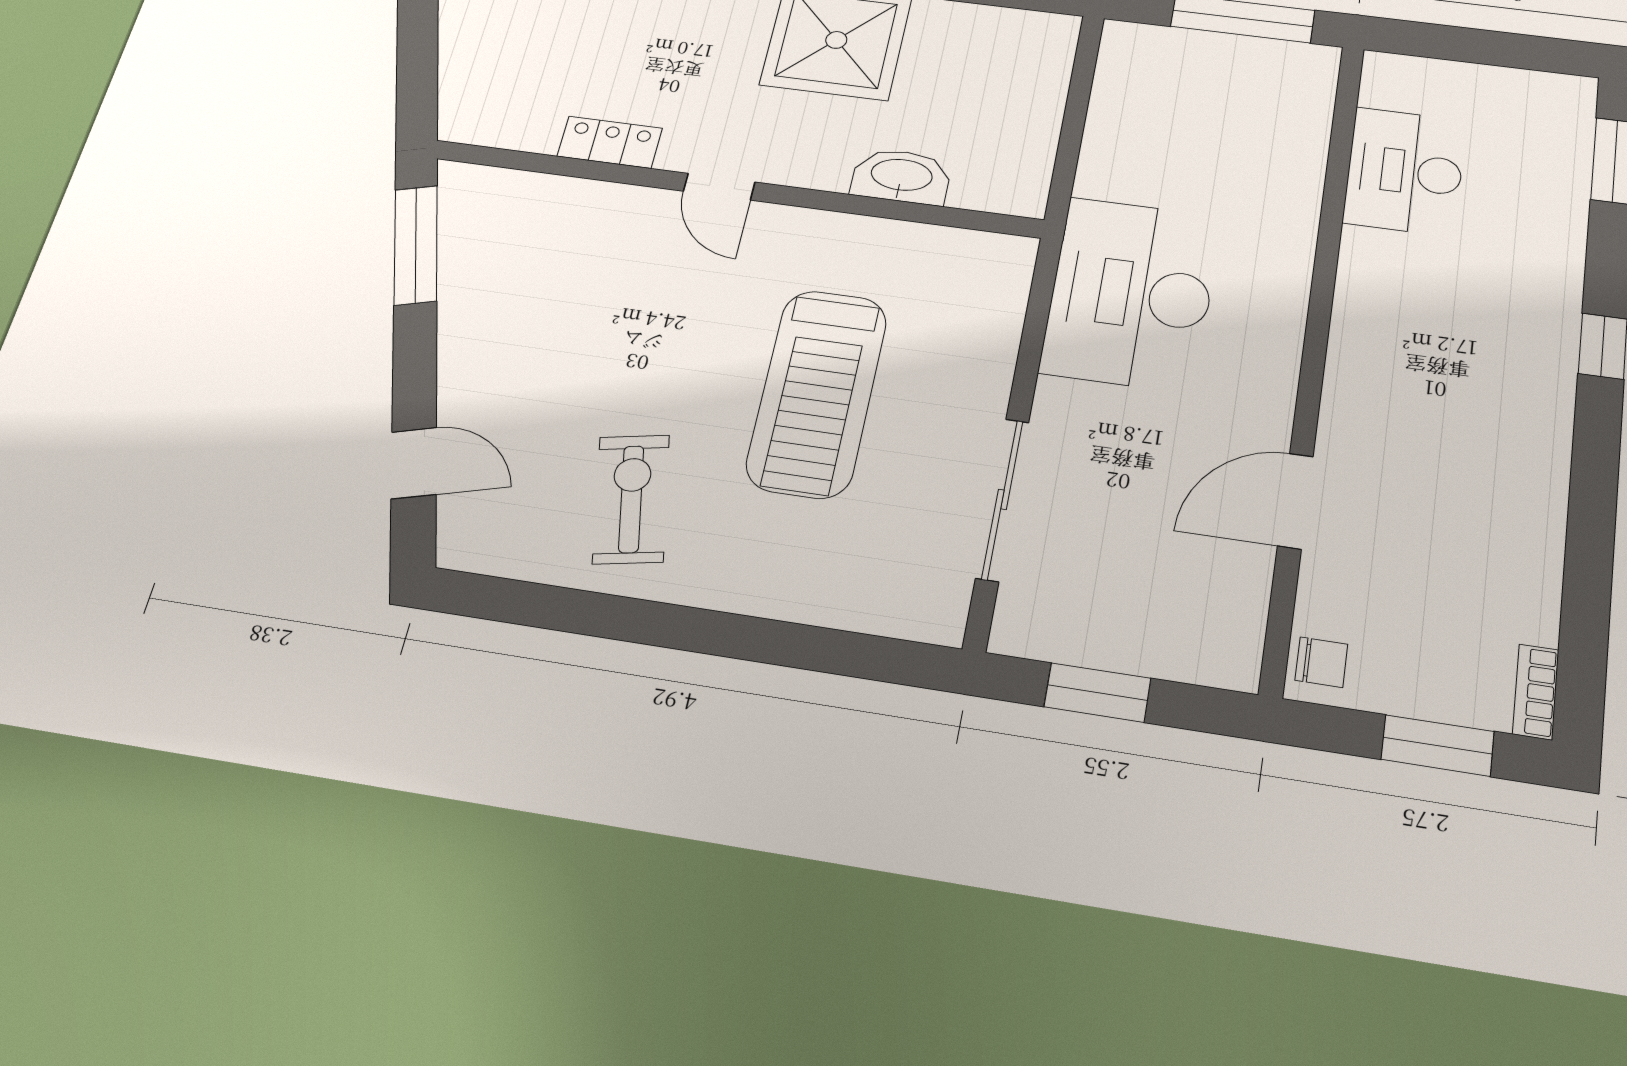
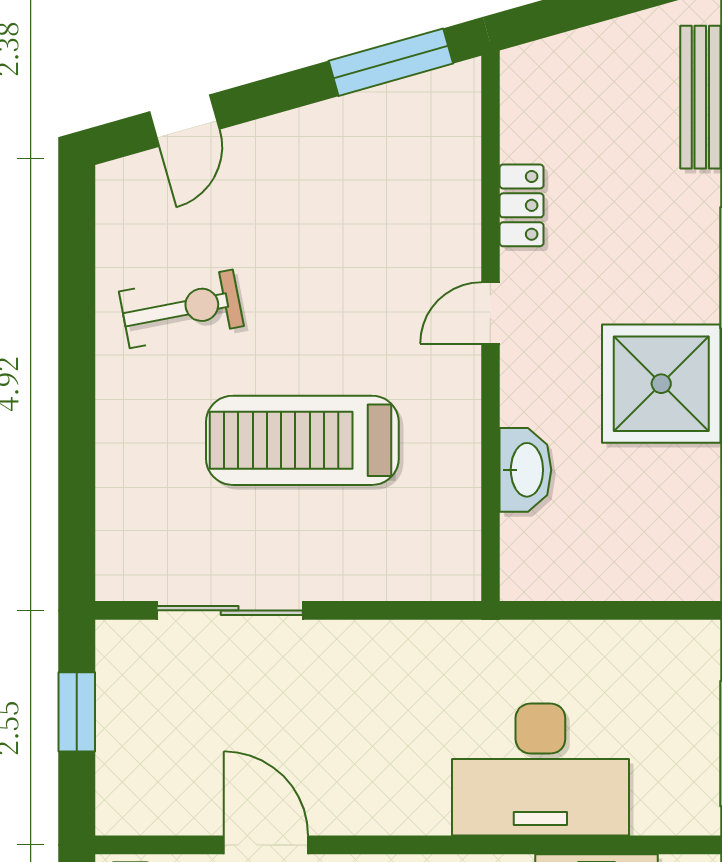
desk: (1131, 294) -> (540, 770), moved, turned 180

